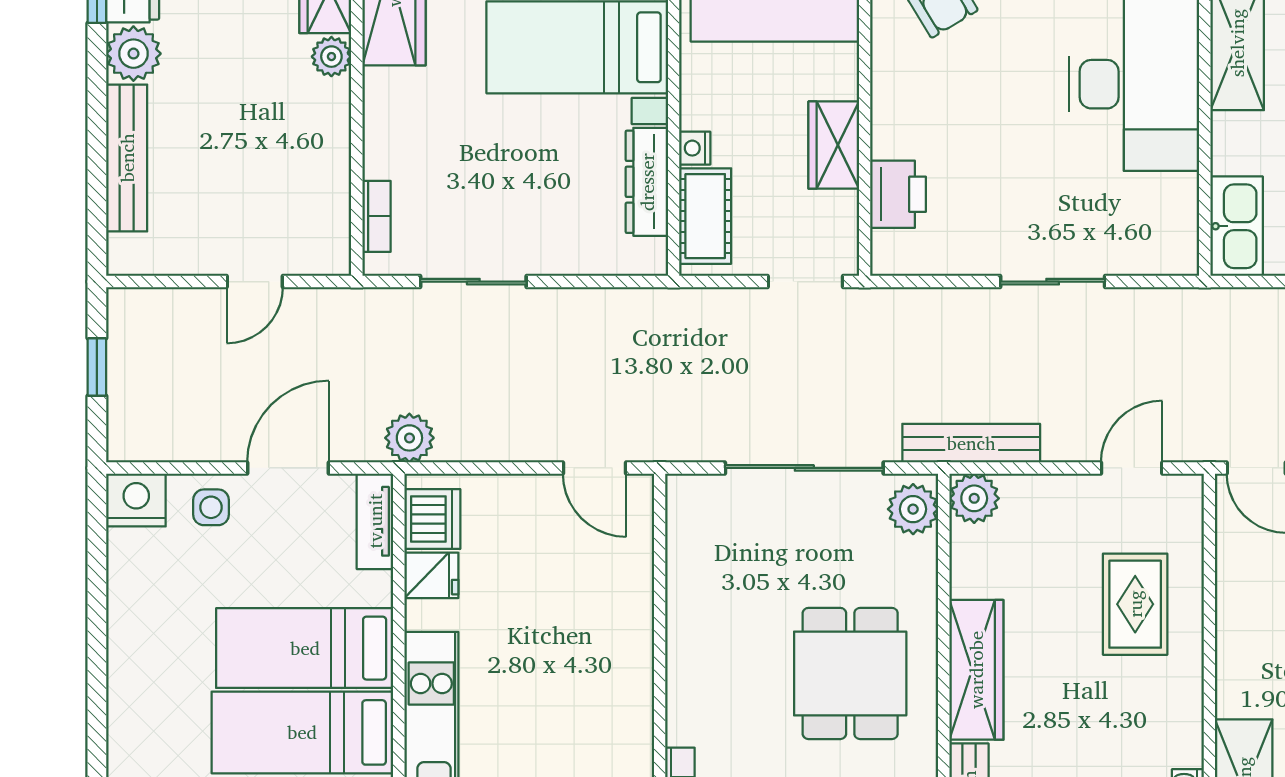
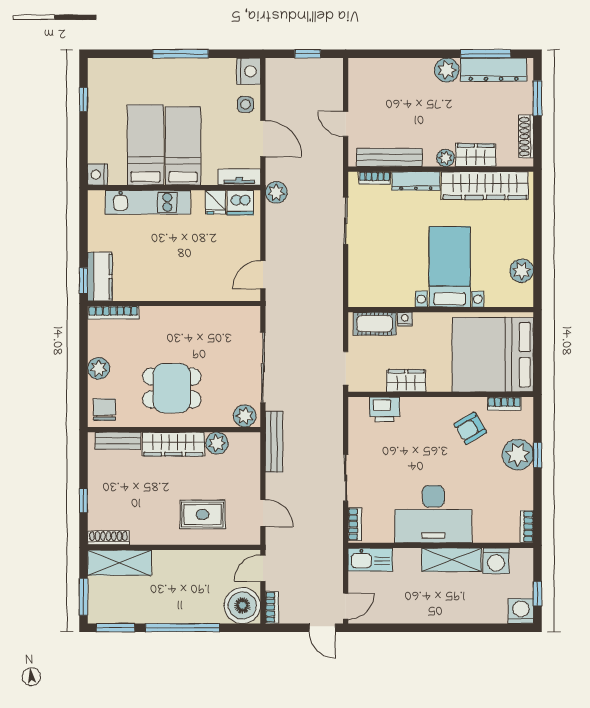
bench: (127, 158) -> (389, 158), moved
dresser: (647, 182) -> (416, 181), moved, turned 180
bookcase: (1157, 261) -> (355, 524), added
plant: (974, 498) -> (217, 443), moved
window: (97, 653) -> (181, 54), added

